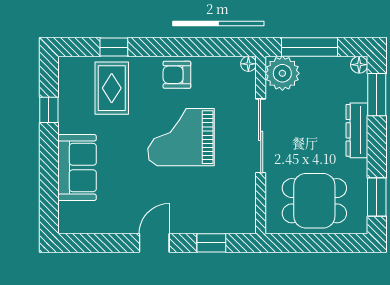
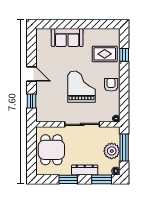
plant: (282, 73) -> (112, 151), moved
window: (49, 110) -> (94, 24), removed
window: (377, 197) -> (68, 179), moved

